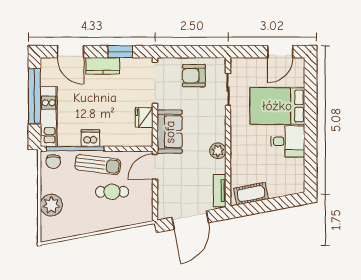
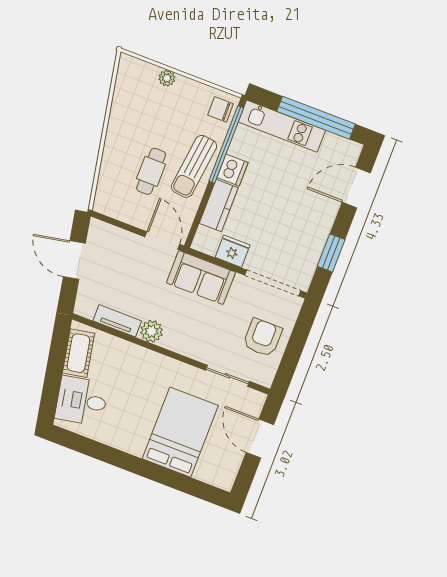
door: (280, 52) -> (260, 439), moved
kitchen counter: (103, 66) -> (219, 206), moved, turned 180
desk: (288, 141) -> (82, 401), moved, turned 79
tv unit: (220, 191) -> (117, 321), moved
plant: (51, 205) -> (167, 78), width x0.53, depth x0.53
door: (190, 220) -> (74, 260), width x0.73

